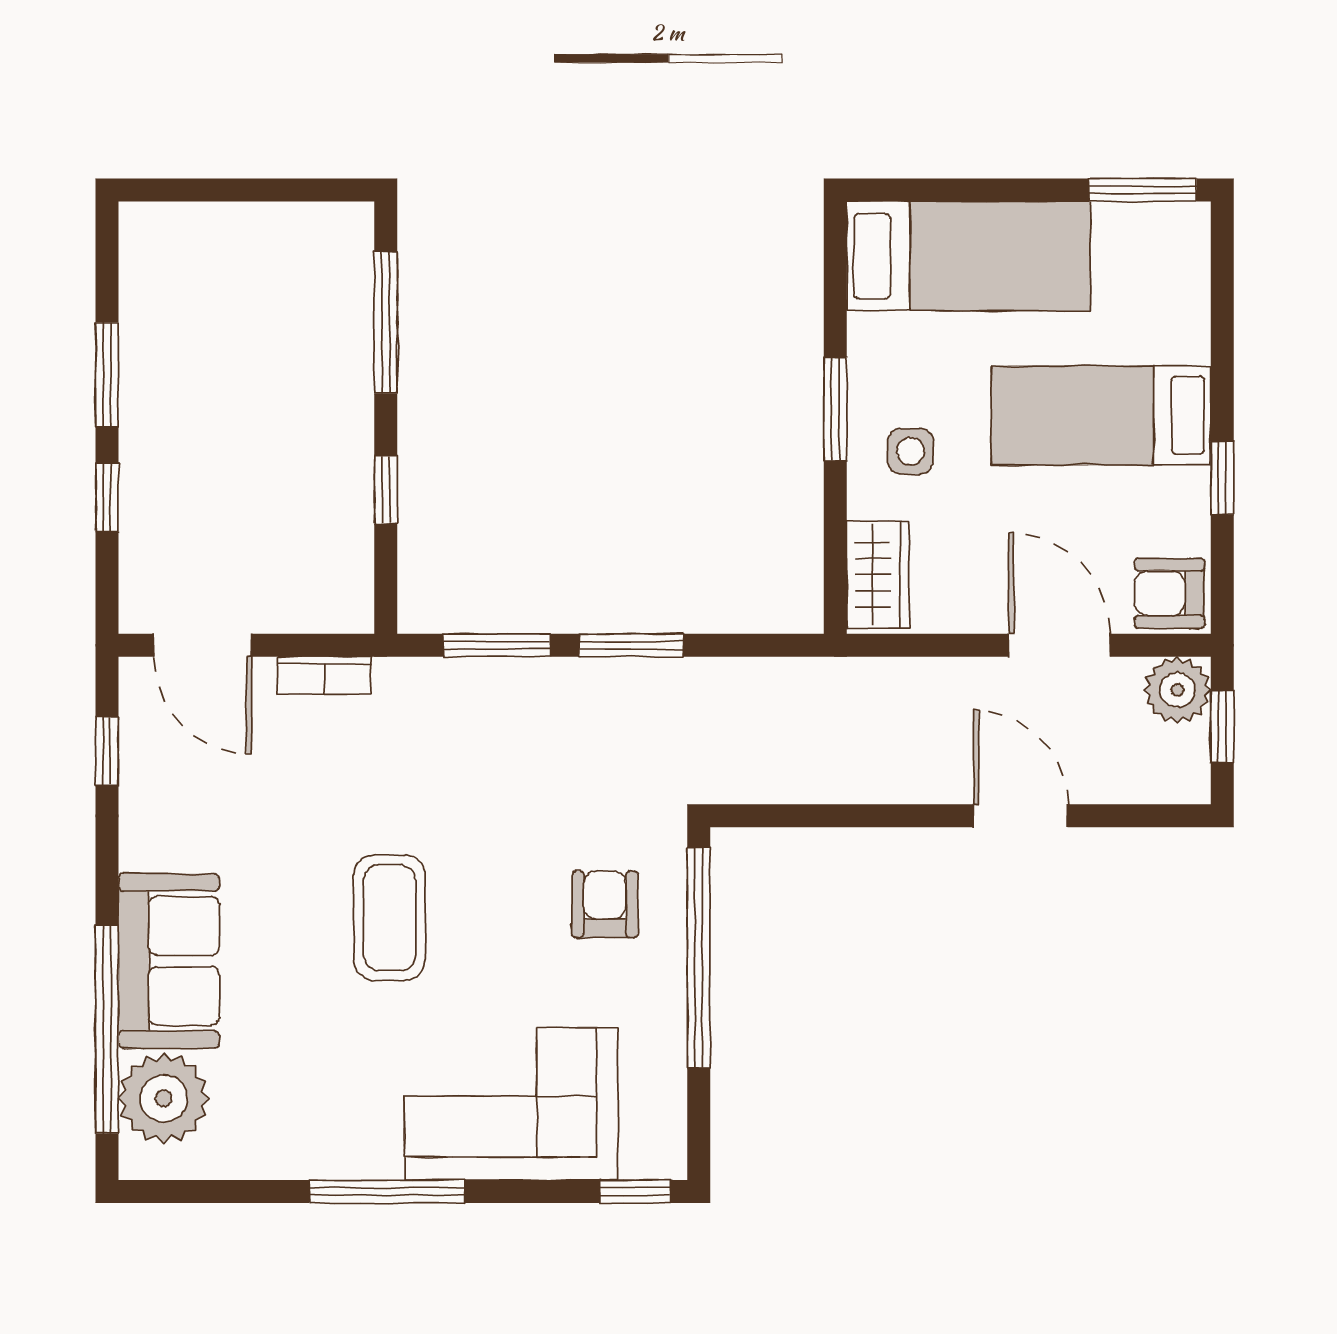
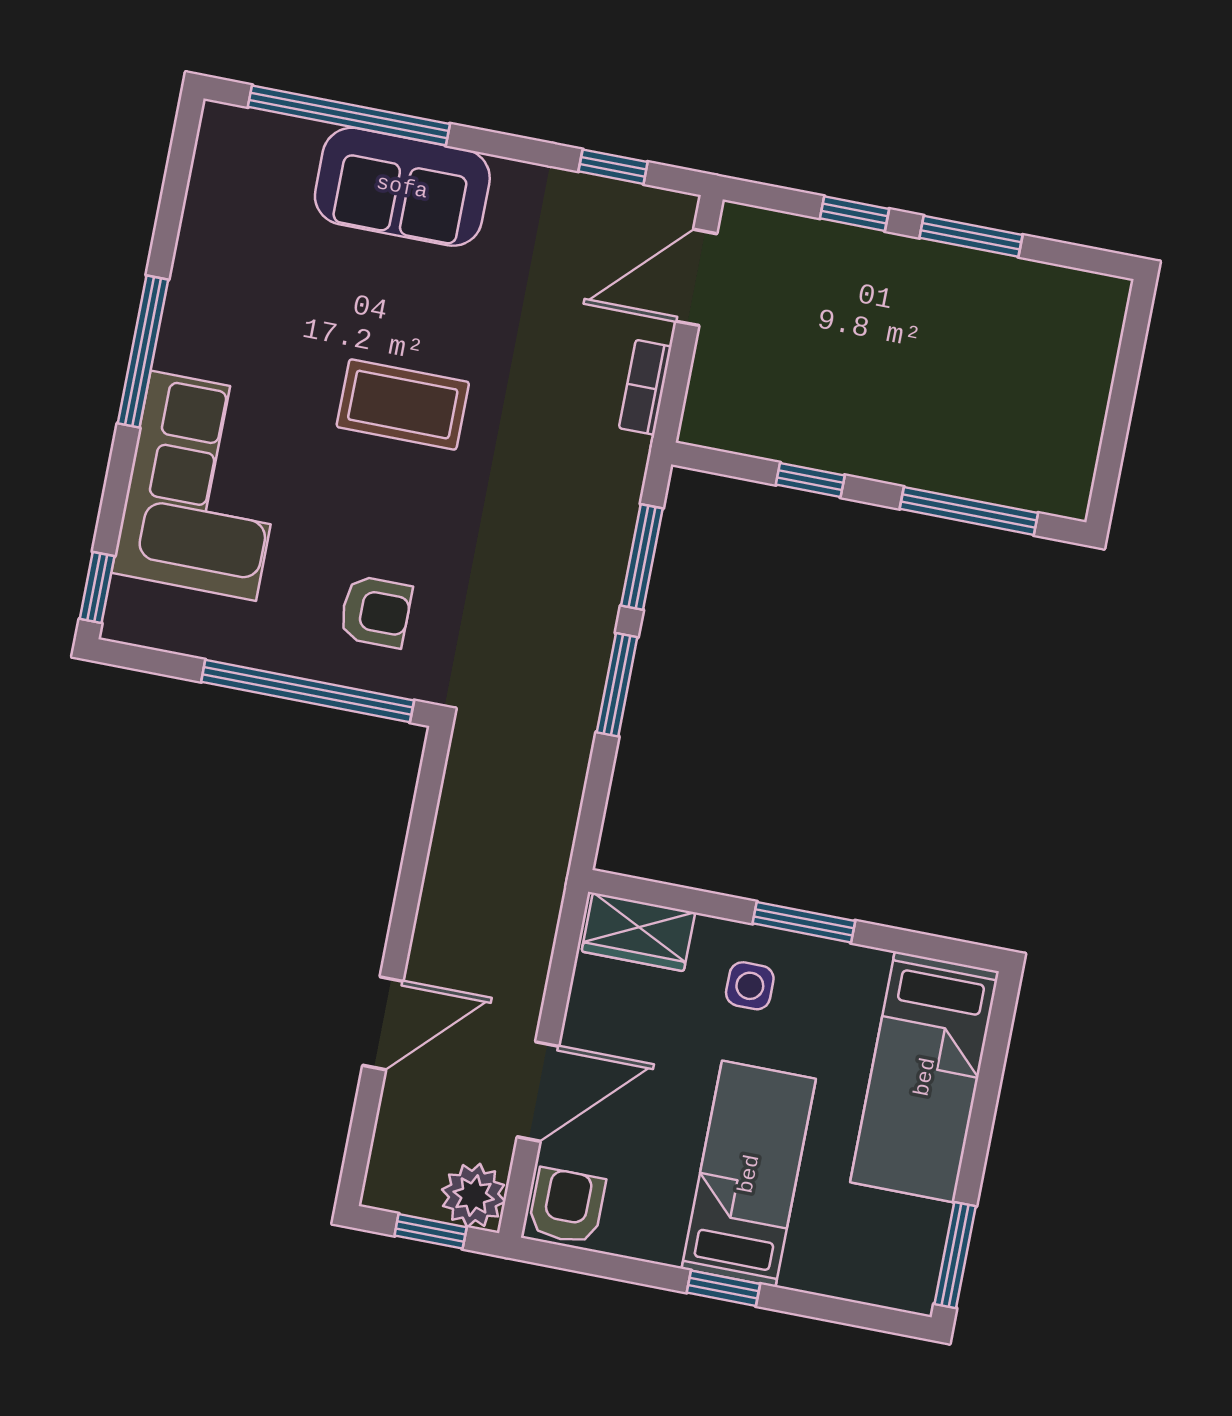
window: (1222, 478) -> (723, 1288), moved
plant: (164, 1098) -> (273, 157), removed

